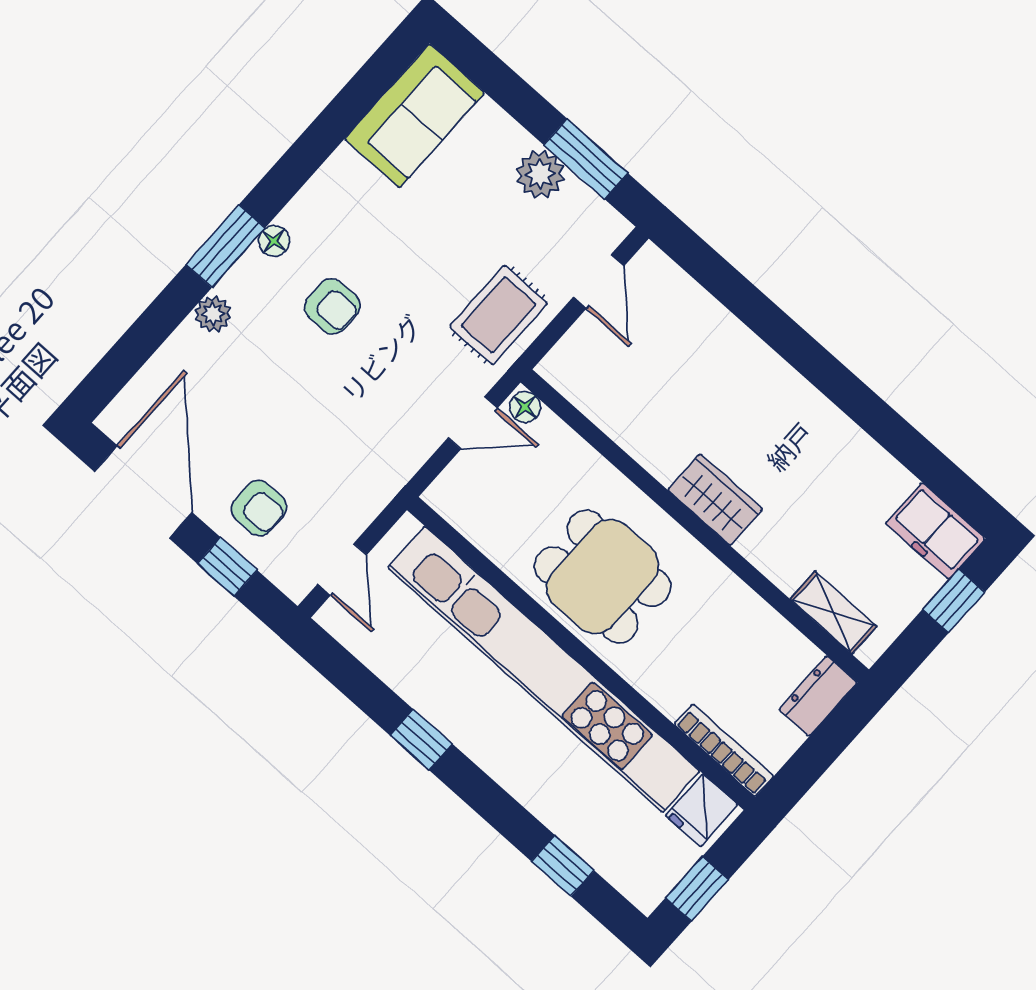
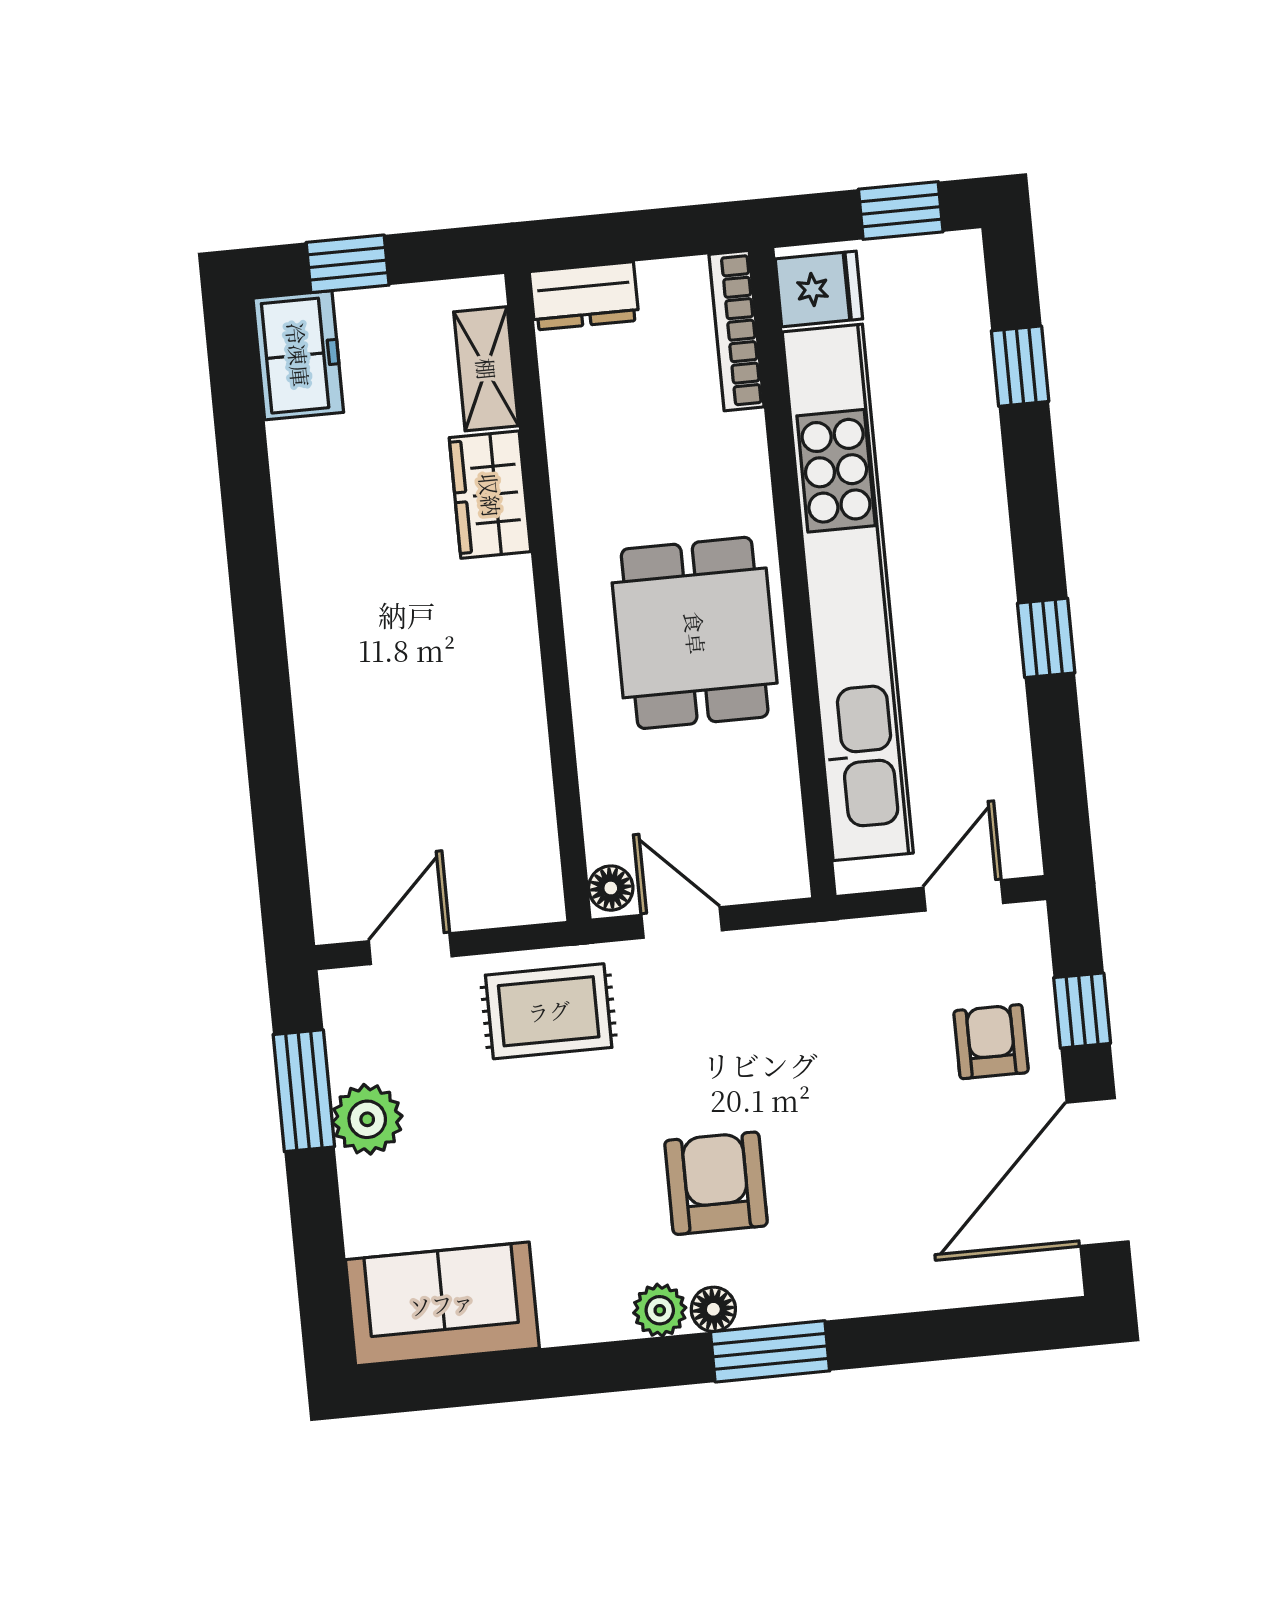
armchair: (332, 306) -> (716, 1183), width x1.38, depth x1.38
plant: (213, 314) -> (660, 1310), moved
wardrobe: (715, 500) -> (490, 495), moved

